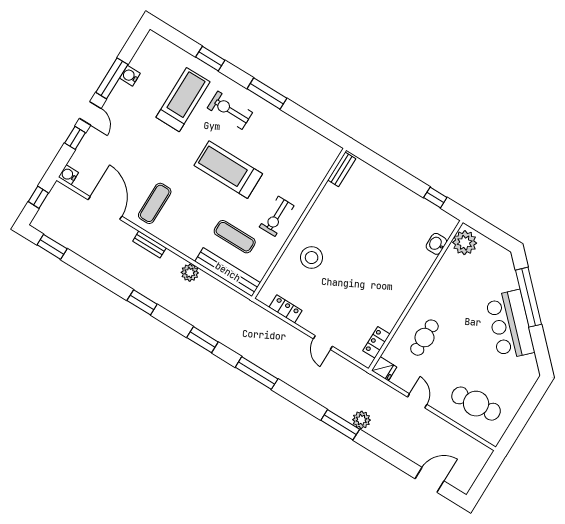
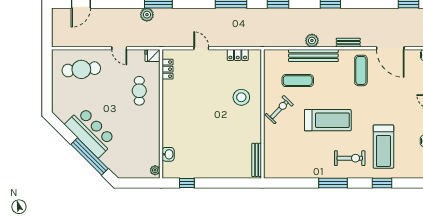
bench: (342, 169) -> (257, 160), width x1.36
exercise bike: (277, 216) -> (279, 110), turned 44
plant: (465, 243) -> (155, 170), width x0.53, depth x0.53
bench: (228, 272) -> (313, 56), moved

